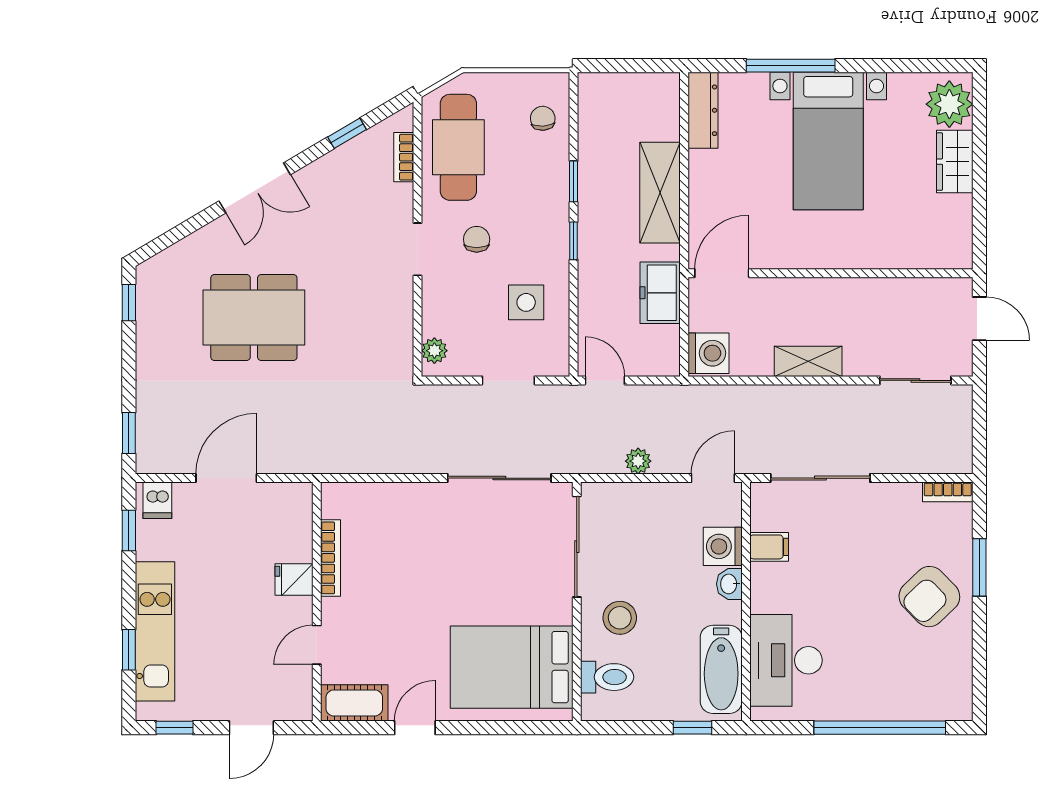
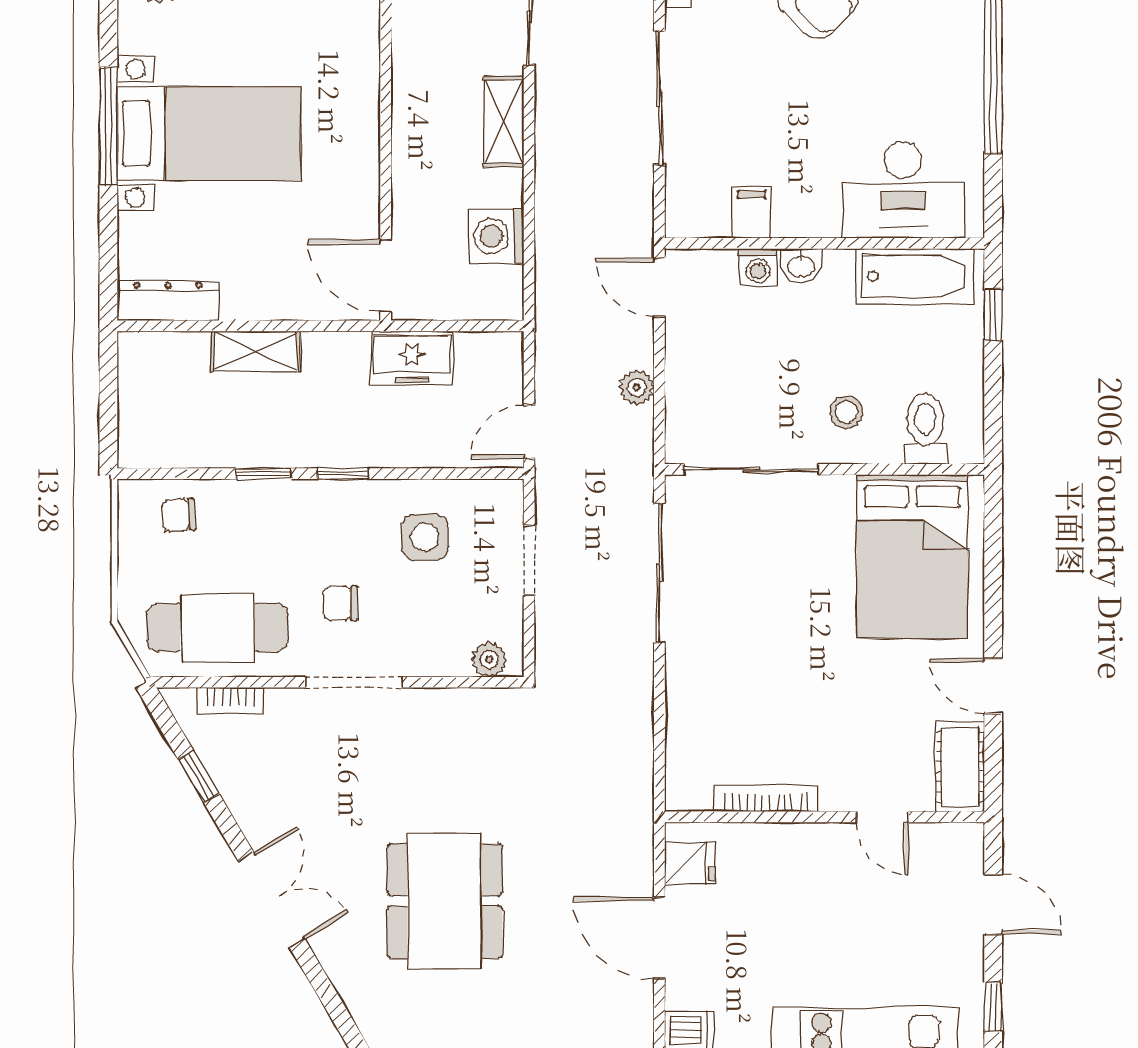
window: (791, 66) -> (108, 126), moved
shelving: (660, 193) -> (256, 351), width x0.67, depth x0.75
doorway: (418, 249) -> (354, 682), width x1.38
washing machine: (708, 353) -> (497, 236), moved, turned -90
shelving: (808, 361) -> (504, 121), moved
sliding door: (820, 478) -> (659, 98), moved
washing machine: (723, 546) -> (758, 267), width x0.73, depth x0.73
fridge: (294, 579) -> (690, 863), moved, turned -90
stool: (620, 618) -> (846, 412), width x0.73, depth x0.73

